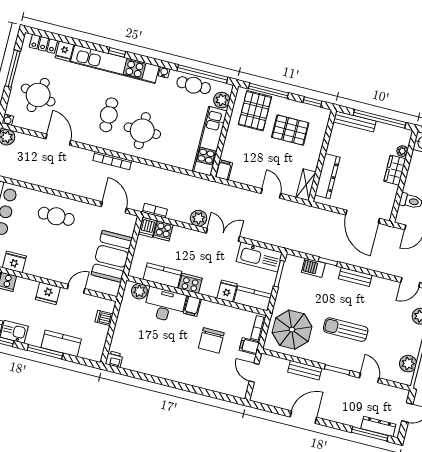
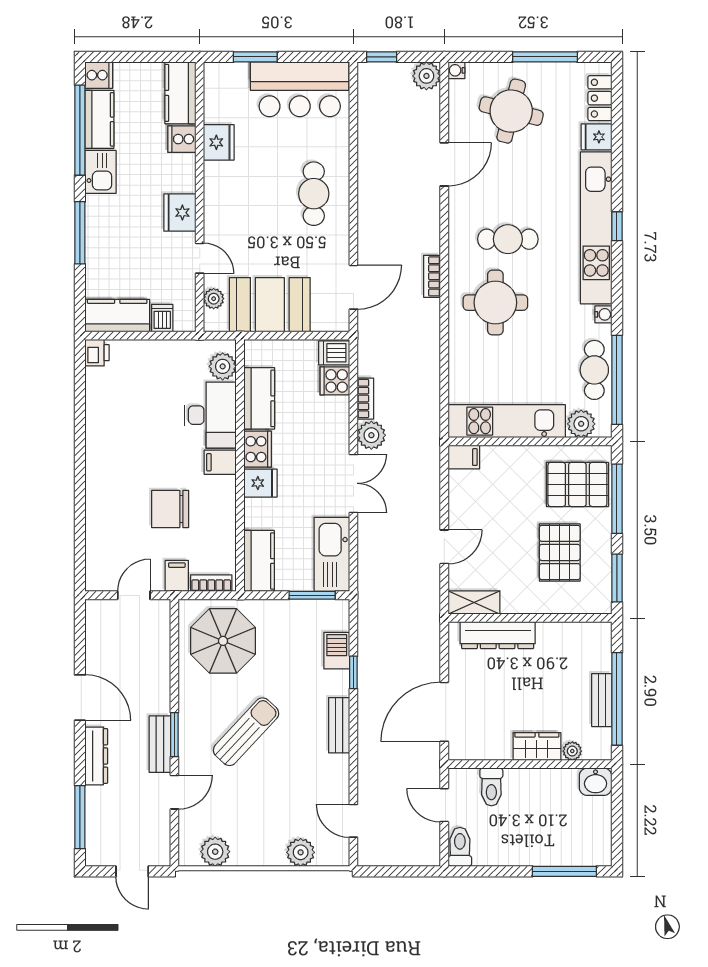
window: (312, 102) -> (617, 578), width x1.50
bench: (355, 121) -> (602, 700), moved, width x0.73
bookcase: (112, 161) -> (432, 276), width x0.64
bookcase: (155, 211) -> (365, 399), moved
plant: (101, 287) -> (214, 299), added
fridge: (227, 291) -> (260, 483), moved
sun lounger: (346, 330) -> (246, 732), turned 43
kitchen counter: (61, 343) -> (117, 316), moved, turned -90
bench: (305, 370) -> (160, 744), moved
dresser: (378, 426) -> (96, 756), moved

